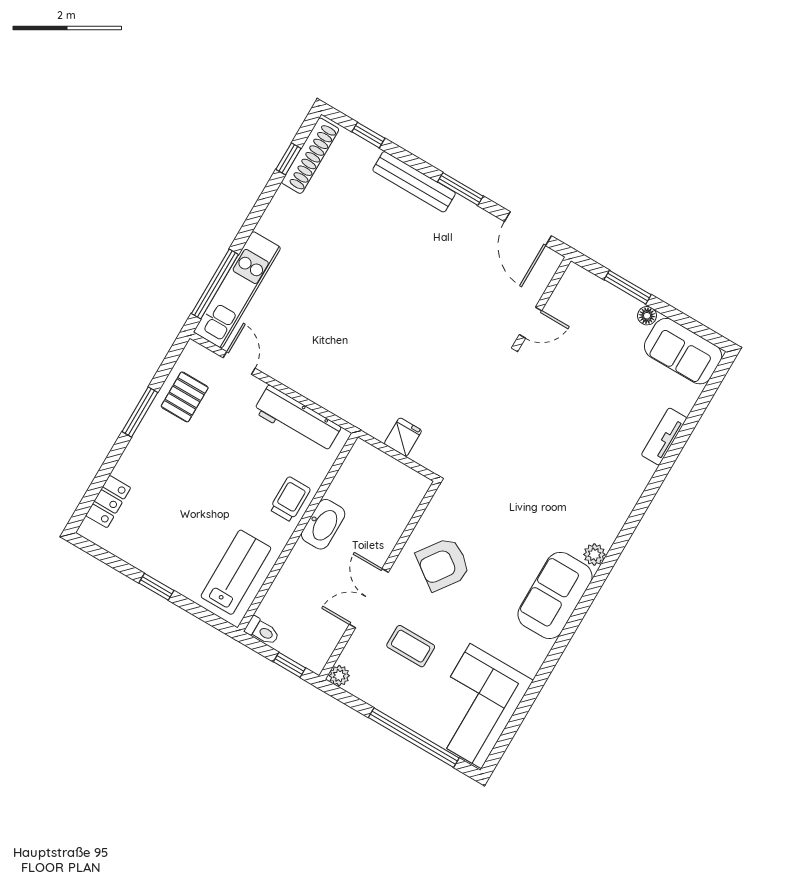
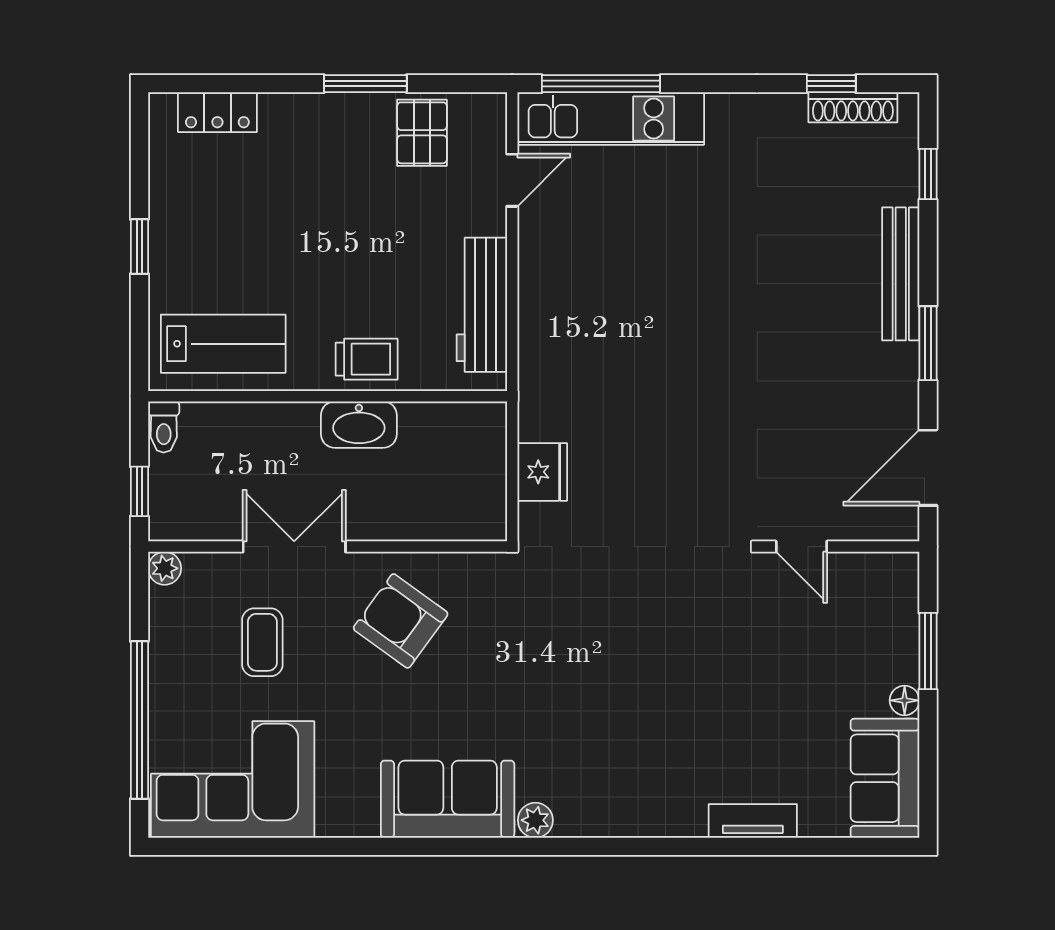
shoe rack: (310, 156) -> (853, 107), width x0.74, depth x0.81
pallet: (185, 397) -> (422, 133), turned 90
fridge: (403, 437) -> (542, 472), width x1.38

